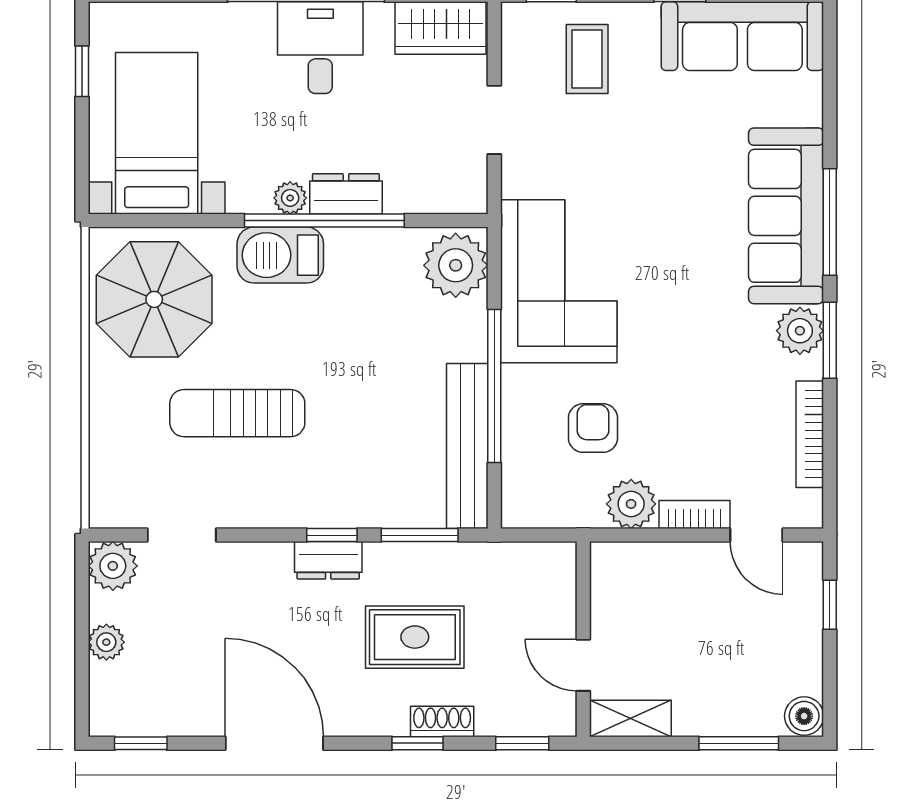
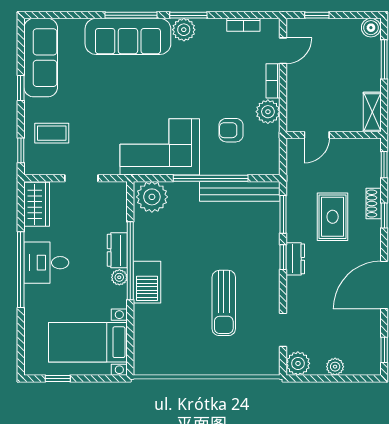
parasol: (154, 299) -> (169, 343), removed
bookcase: (810, 434) -> (243, 25), width x0.64
door: (583, 665) -> (317, 135), moved

